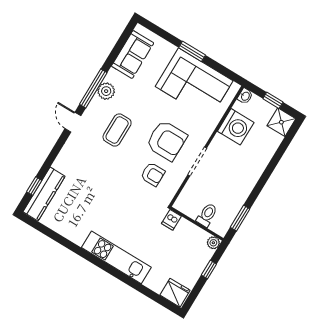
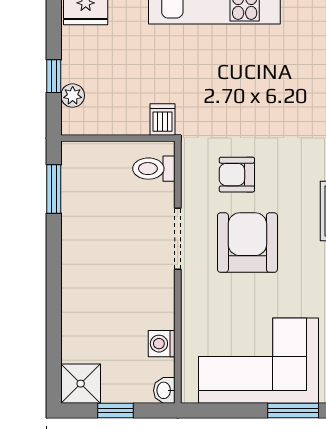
washing machine: (236, 127) -> (162, 344), width x0.53, depth x0.53
armchair: (167, 140) -> (247, 243), turned 90
toilet: (207, 215) -> (154, 169), moved, turned 90
plant: (213, 243) -> (73, 96), moved

